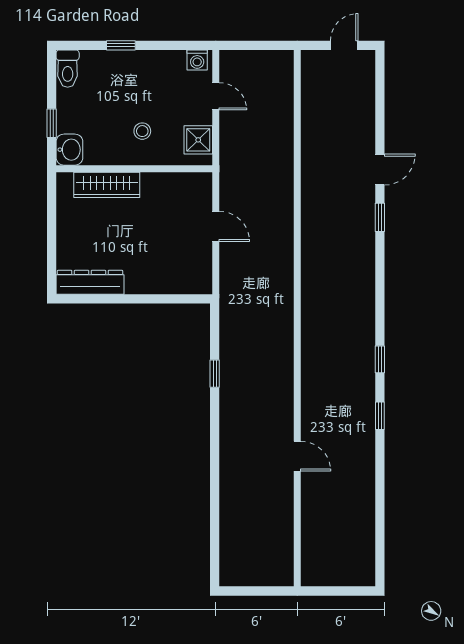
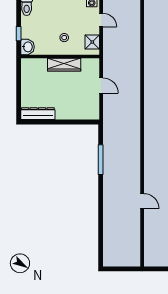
wardrobe: (107, 185) -> (64, 65), moved
window: (215, 374) -> (101, 160), width x2.17

